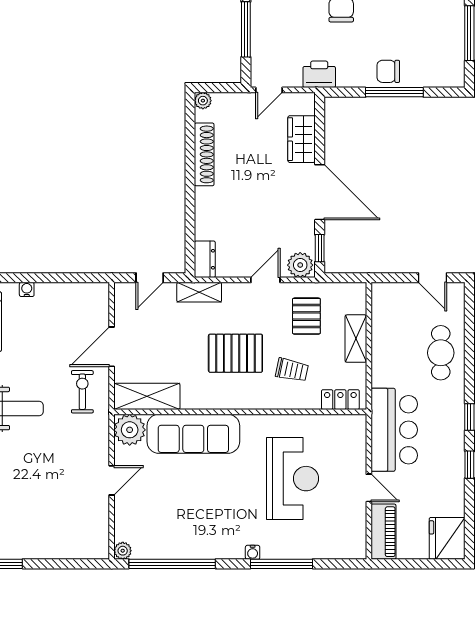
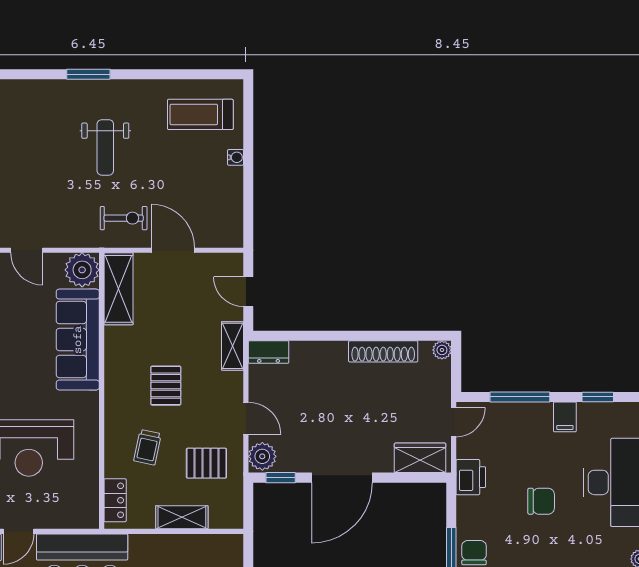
door: (269, 90) -> (454, 422), swing flipped
wardrobe: (302, 139) -> (420, 458), moved
pallet: (235, 353) -> (166, 386), width x0.67, depth x0.71

